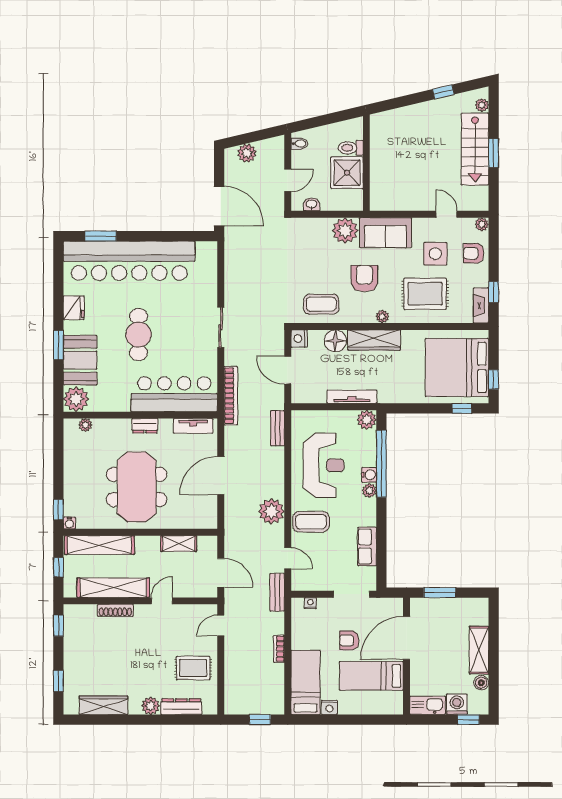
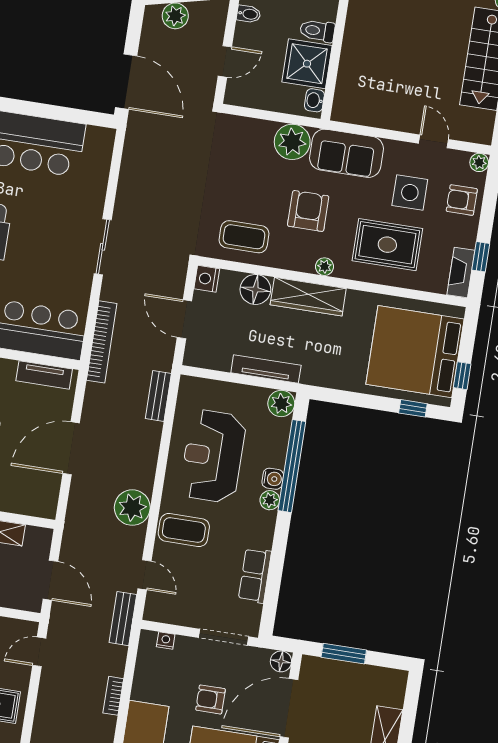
washbasin: (311, 204) -> (314, 100), moved, turned -90
reception desk: (324, 465) -> (213, 456), turned 180
floor lamp: (396, 605) -> (281, 661), added

